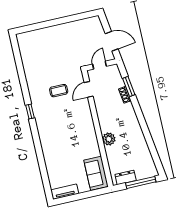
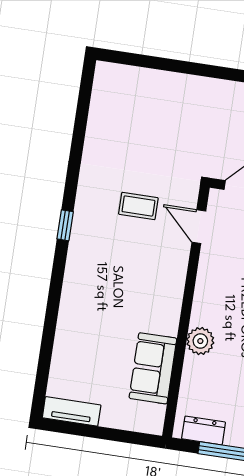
door: (89, 89) -> (199, 227), hinge flipped
sofa: (96, 173) -> (153, 368), moved

